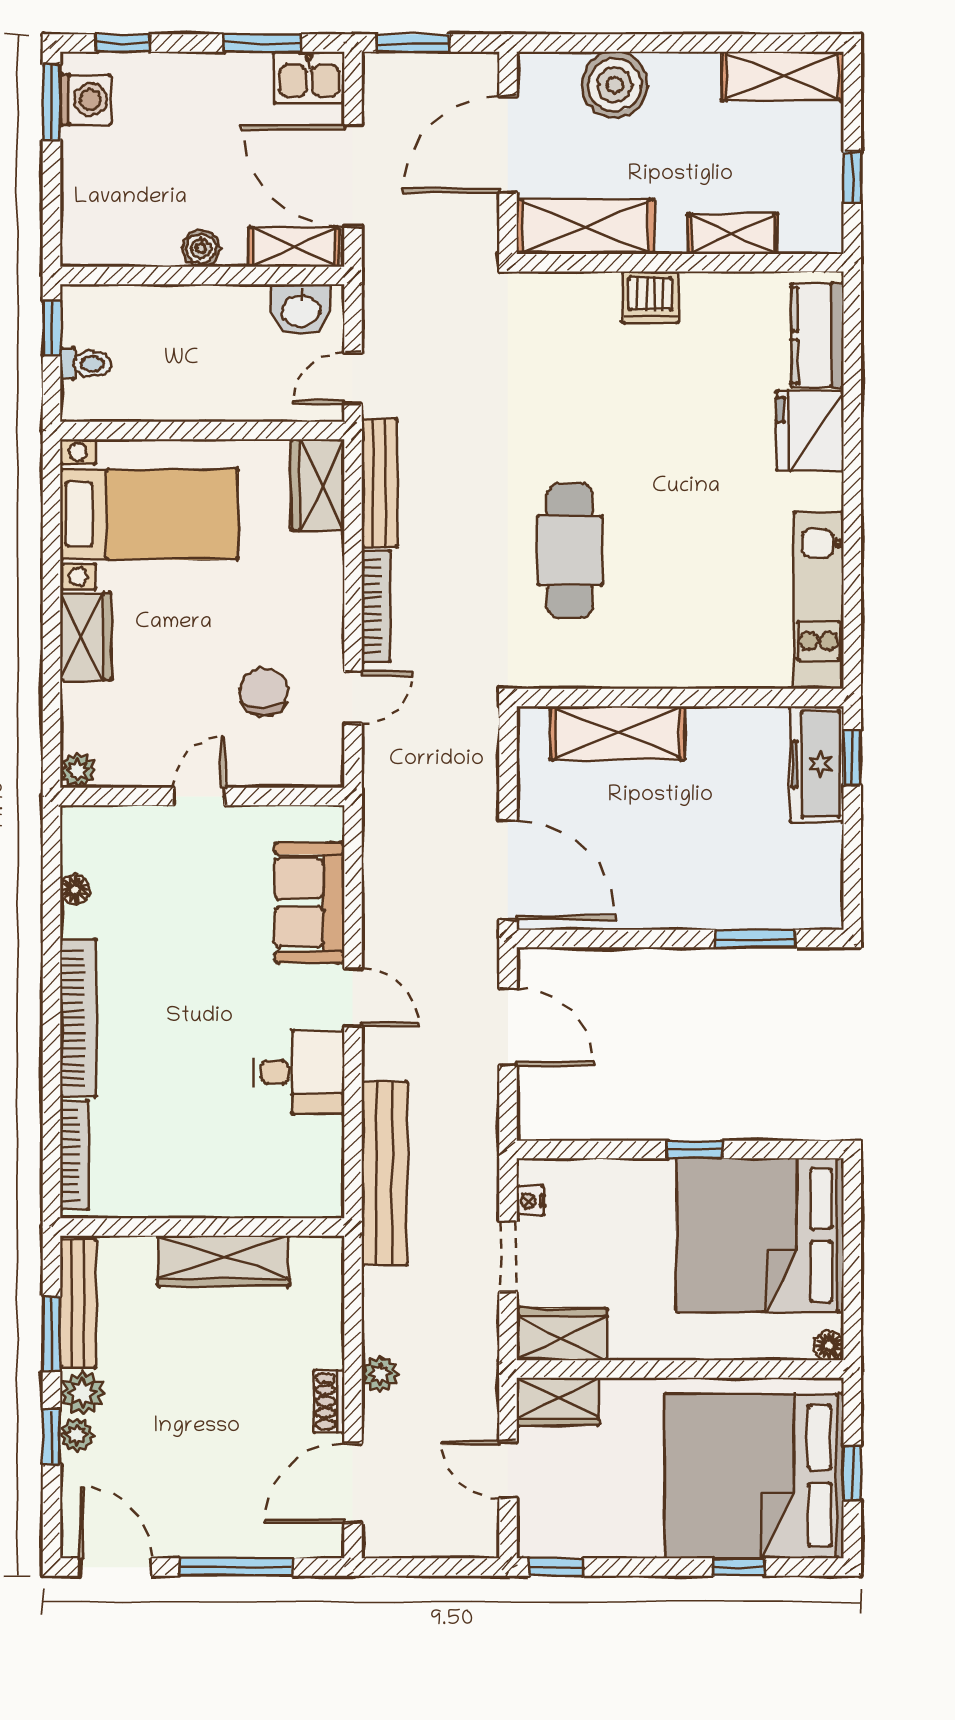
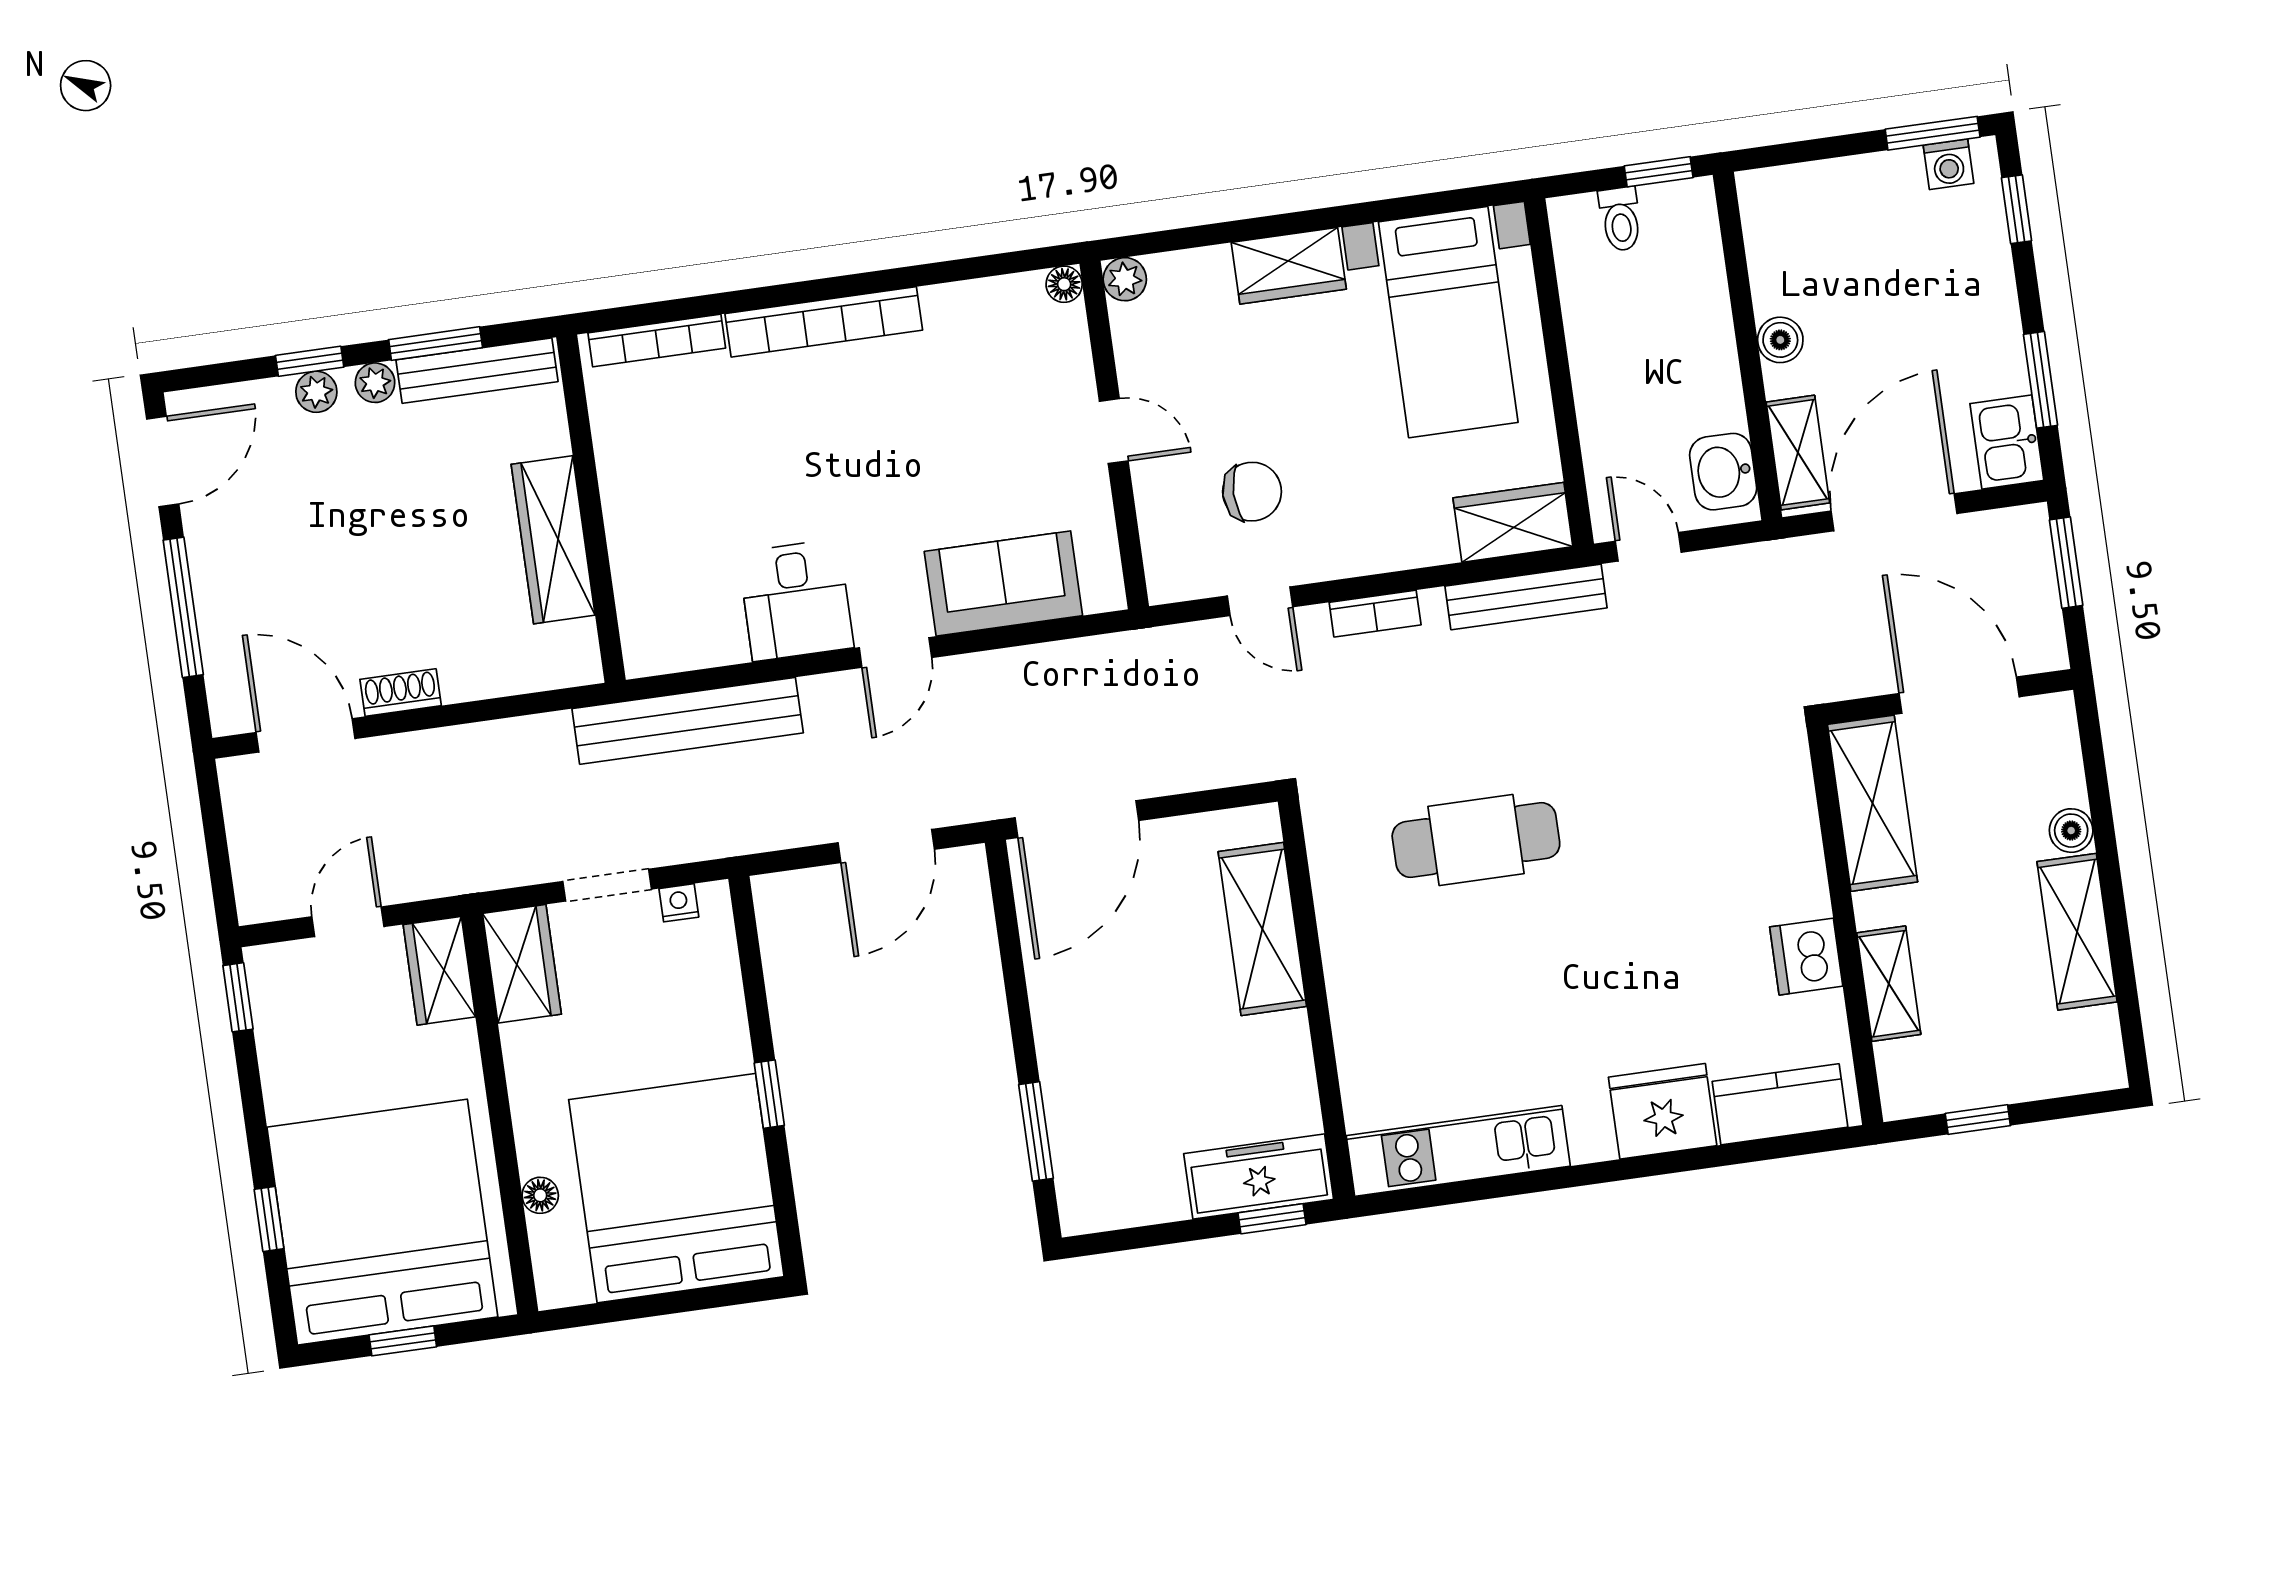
shelving: (783, 76) -> (2077, 932), moved
boiler: (615, 85) -> (2071, 831), width x0.54, depth x0.54
washing machine: (85, 100) -> (1948, 164), width x0.73, depth x0.73
dishwasher: (650, 297) -> (1806, 957), moved
bookcase: (376, 606) -> (1375, 614), width x0.64
floor lamp: (75, 889) -> (1064, 284), moved
floor lamp: (829, 1346) -> (540, 1195), moved
plant: (380, 1374) -> (443, 750), removed
plant: (82, 1393) -> (375, 383), width x0.73, depth x0.73

